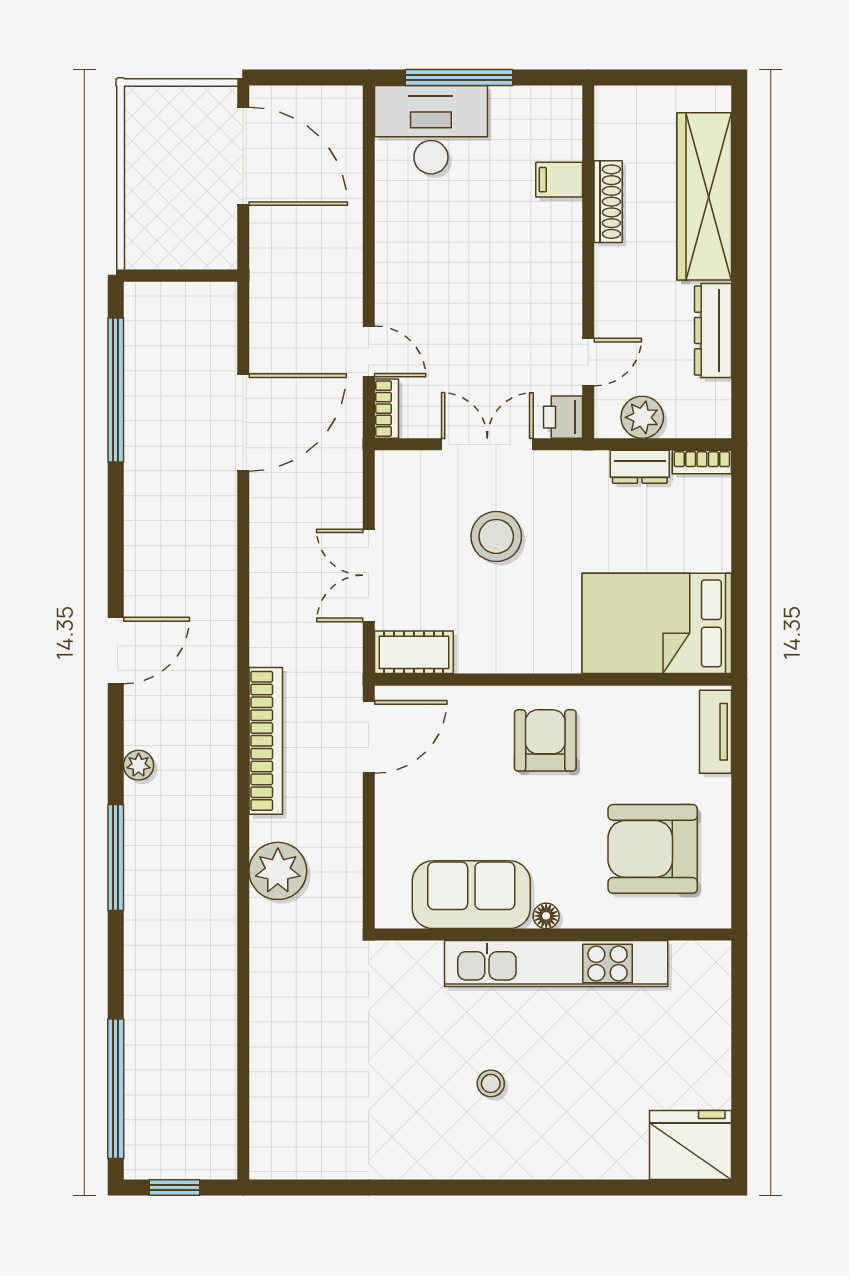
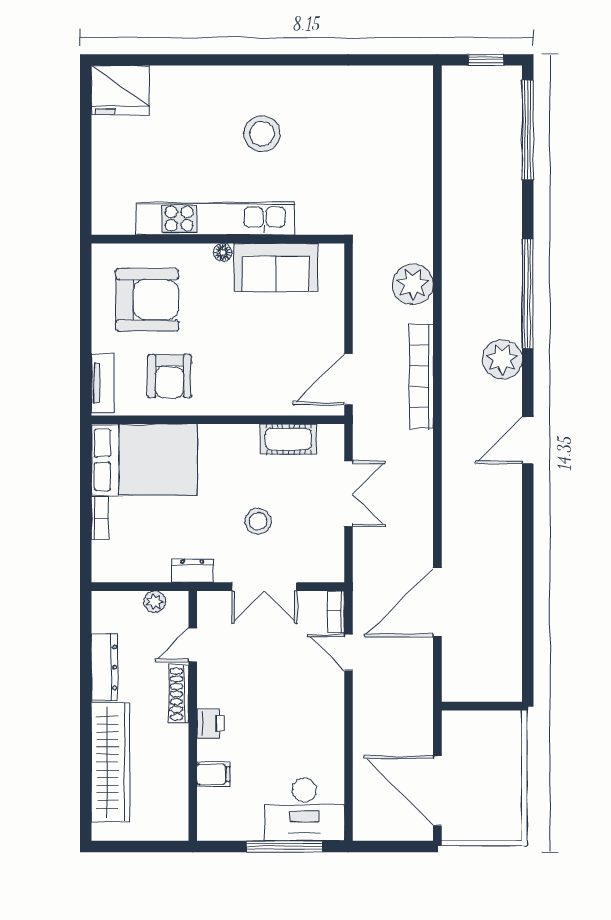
shoe rack: (608, 202) -> (179, 694), moved
window: (116, 390) -> (528, 625), removed
printer: (563, 417) -> (211, 723), moved
plant: (642, 417) -> (155, 602), width x0.73, depth x0.73
bookcase: (702, 462) -> (100, 519), moved, turned 90
dresser: (640, 467) -> (192, 571), moved
stool: (496, 536) -> (258, 521), width x0.73, depth x0.73
cot: (414, 652) -> (288, 439), moved
armchair: (545, 740) -> (169, 376), moved
plant: (139, 765) -> (502, 359), width x1.88, depth x1.88
window: (116, 858) -> (528, 294), width x1.46
stool: (491, 1083) -> (262, 134), width x1.89, depth x1.89

